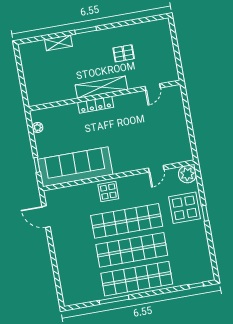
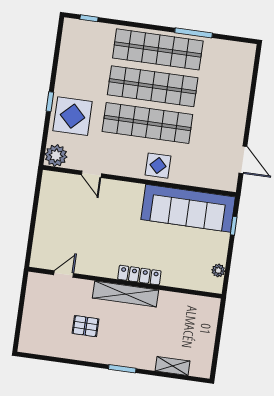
shelving: (58, 43) -> (172, 366), moved
door: (156, 169) -> (91, 174), swing flipped

